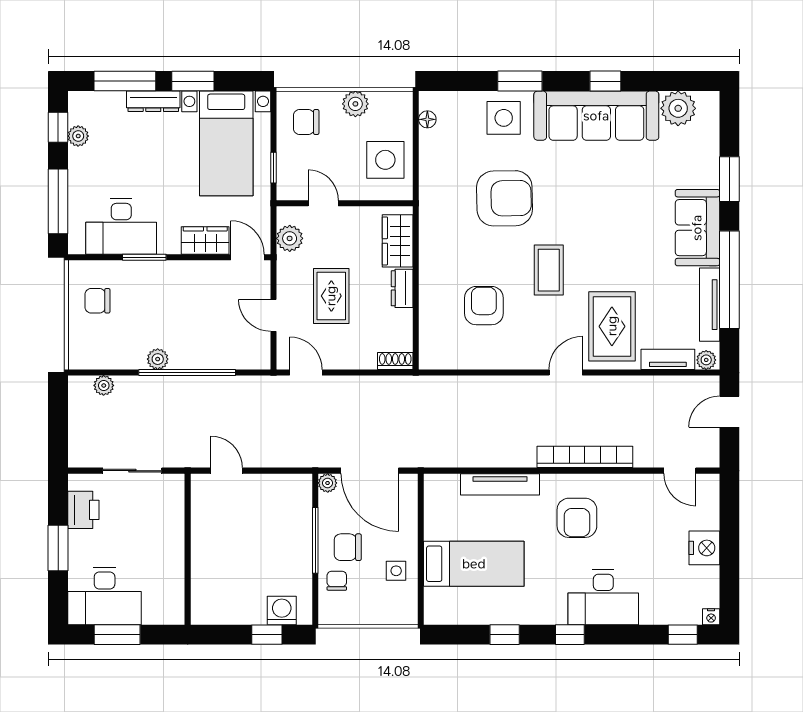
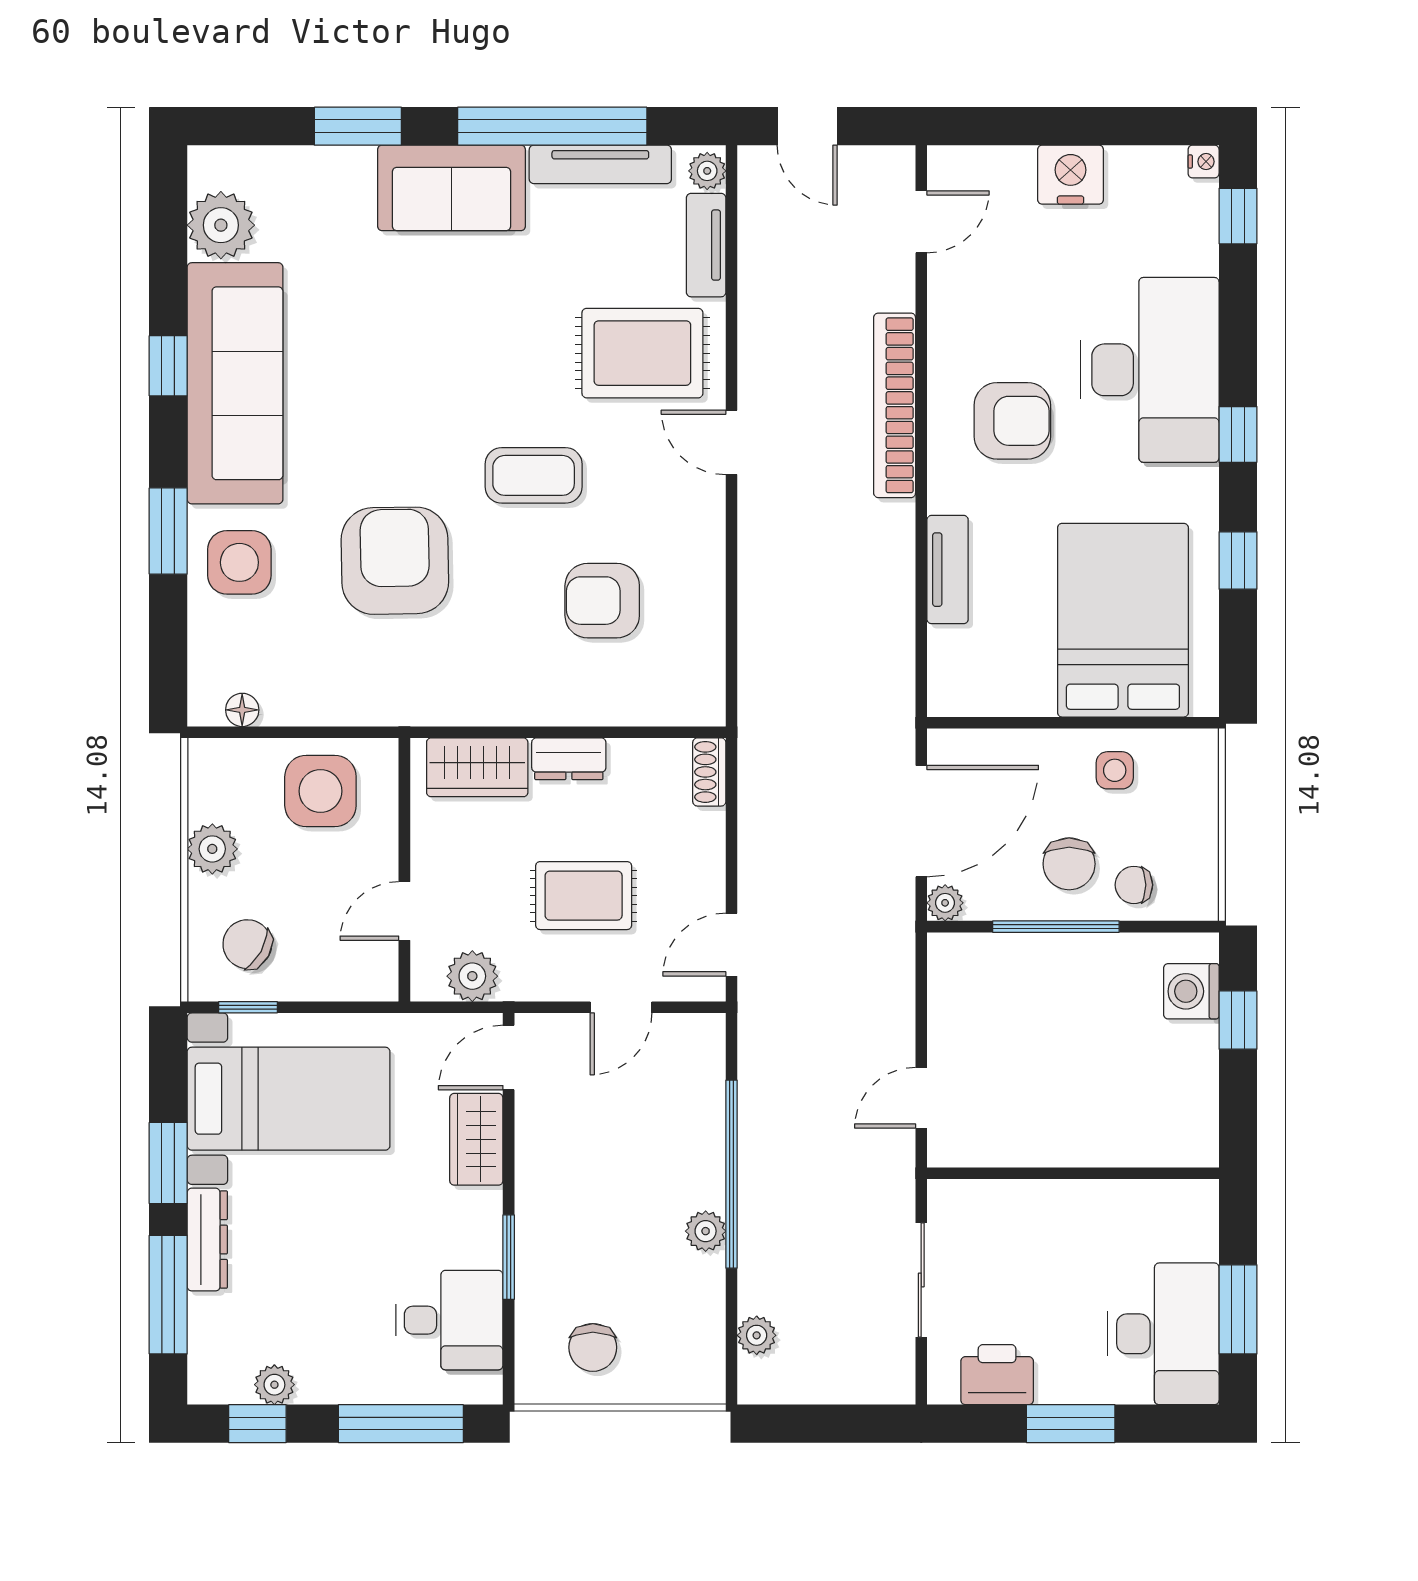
chair: (306, 122) -> (247, 944), turned 119
window: (273, 168) -> (248, 1007), moved
desk: (121, 227) -> (449, 1320), width x0.73
tv unit: (500, 484) -> (948, 570), width x0.71
bed: (474, 564) -> (1123, 620), width x1.50
desk: (603, 597) -> (1150, 370), width x1.36, depth x1.30

